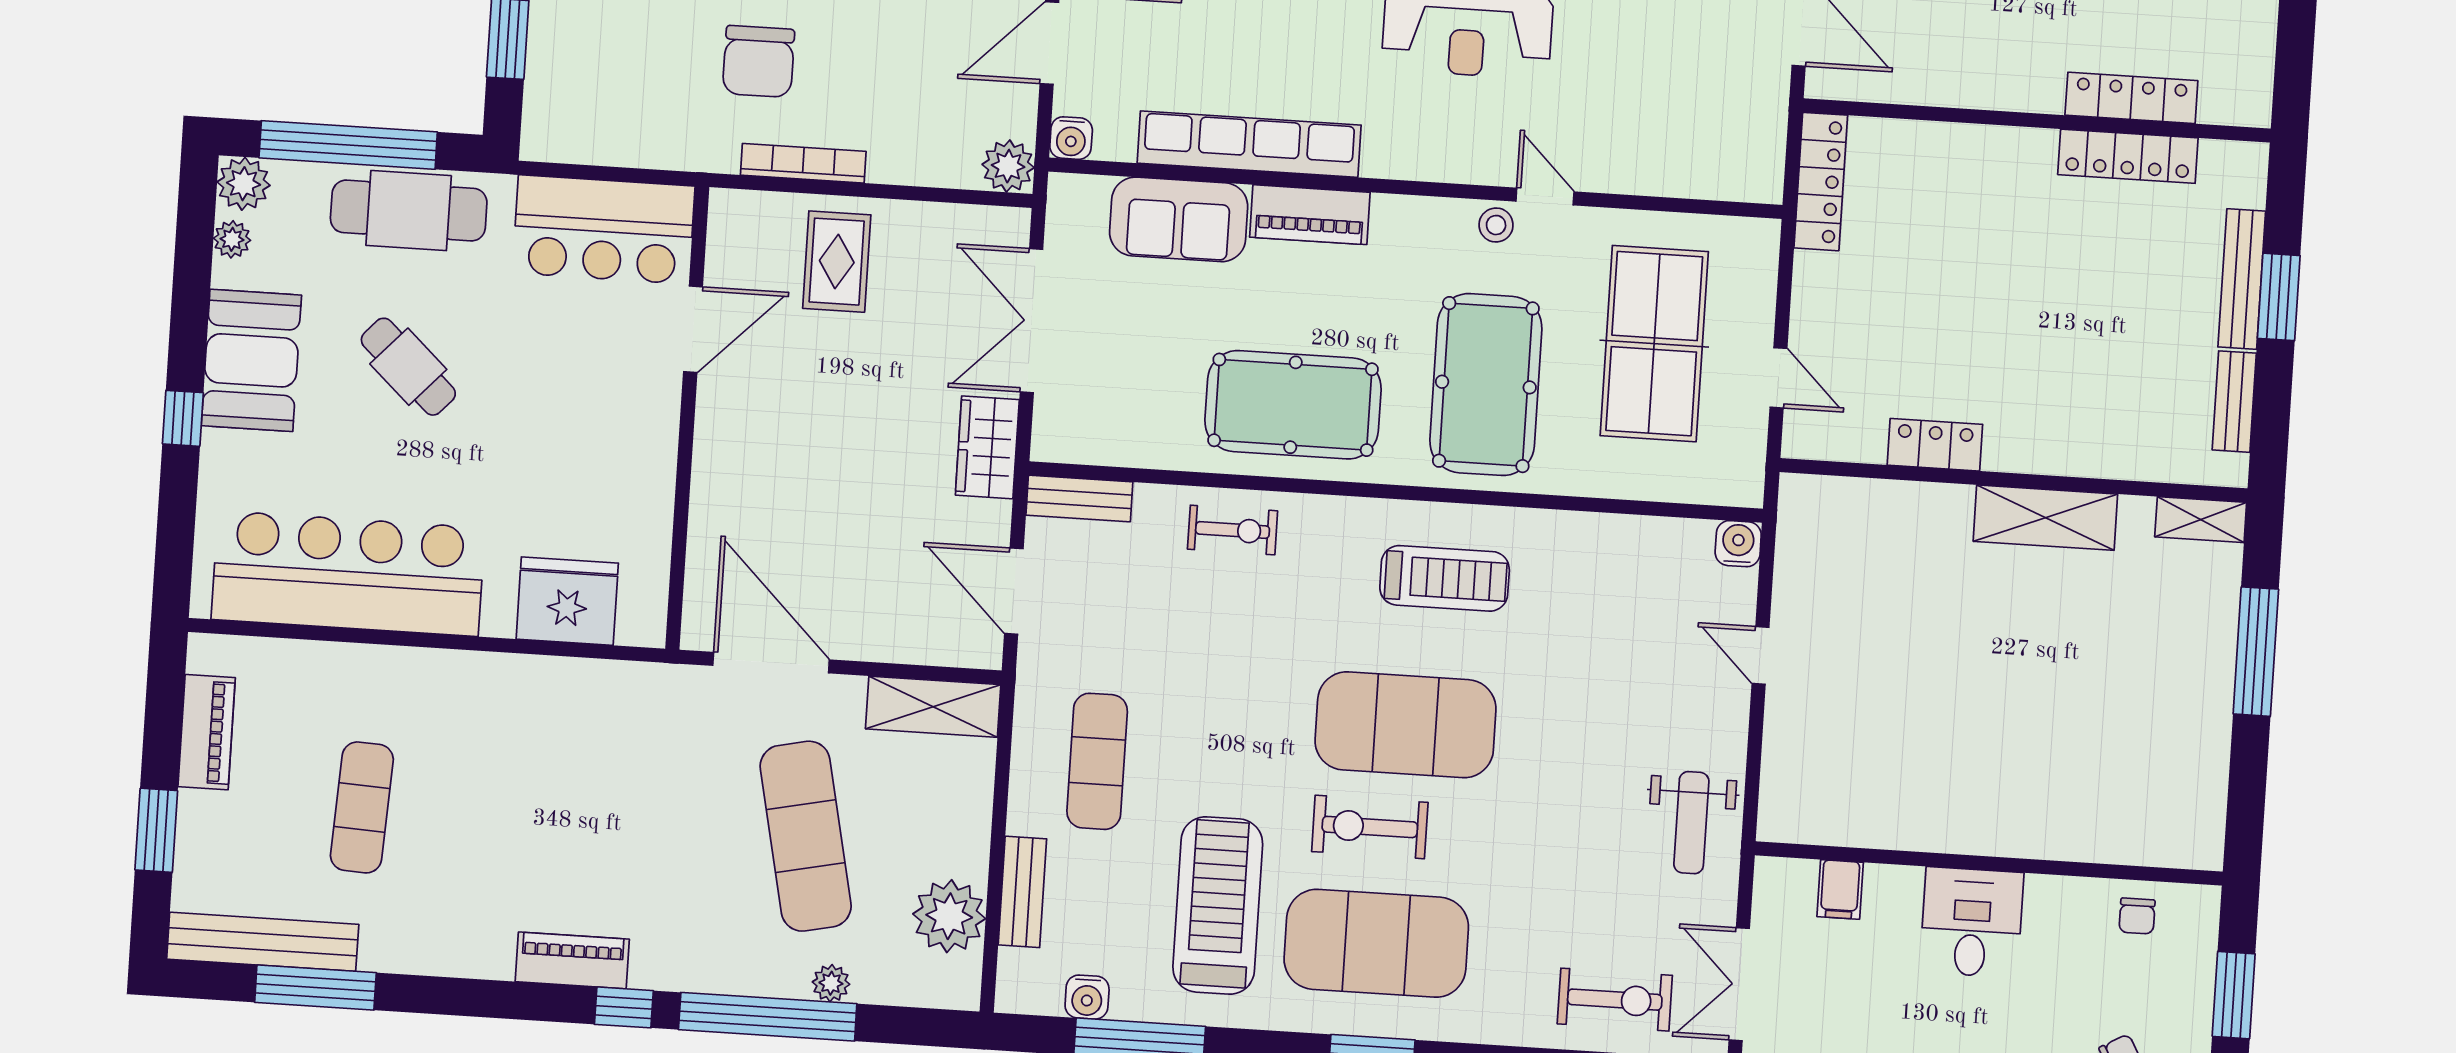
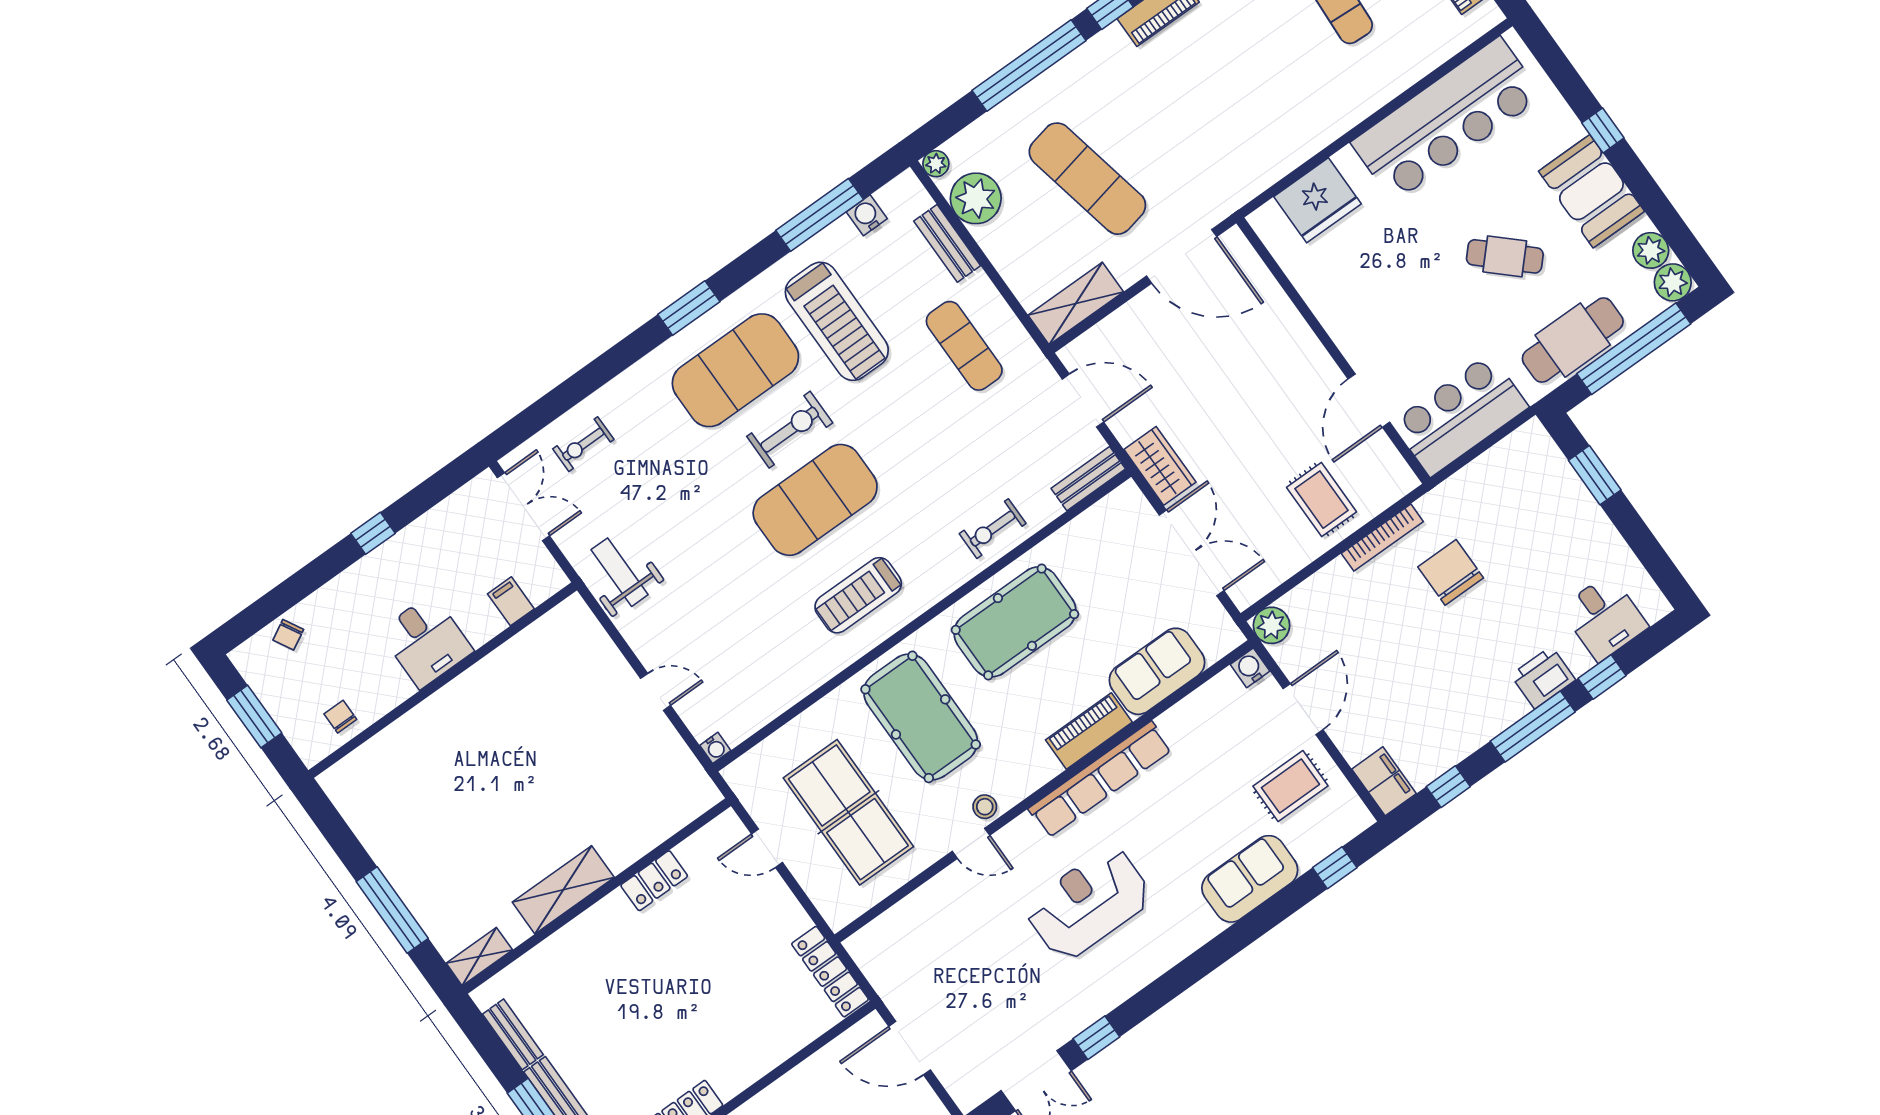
row of seats: (1249, 144) -> (1100, 779), moved
plant: (232, 239) -> (1651, 250), width x1.38, depth x1.38
water cooler: (1738, 544) -> (715, 748), width x0.72, depth x0.72
plant: (831, 983) -> (936, 164), moved
exercise bike: (1615, 1000) -> (583, 444), width x0.73, depth x0.72

